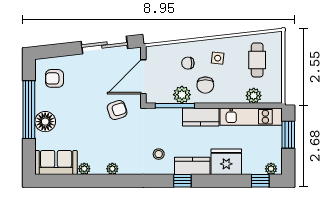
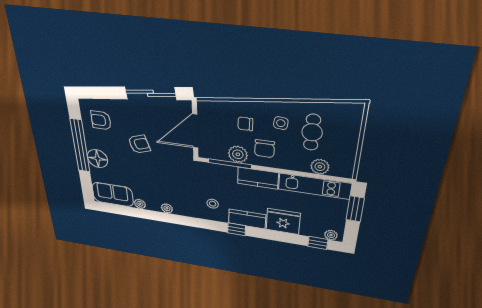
cafe table: (257, 60) -> (312, 132), moved
armchair: (117, 110) -> (139, 144), moved

